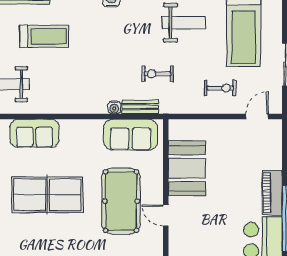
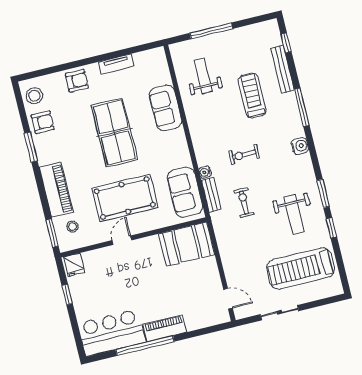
treadmill: (44, 36) -> (252, 96), turned 180
exercise bike: (220, 88) -> (244, 155), moved, turned 90
booth: (187, 168) -> (186, 244), moved

